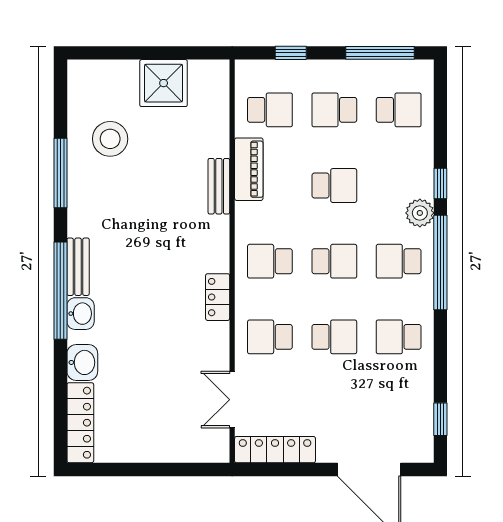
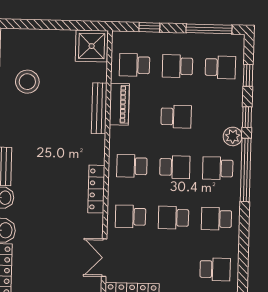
shower: (164, 83) -> (92, 46), moved
school desk: (270, 110) -> (135, 65), turned 180
bench: (219, 186) -> (99, 108), width x1.36
locker: (218, 297) -> (96, 189), width x1.53
school desk: (334, 337) -> (174, 218), turned 180
school desk: (399, 413) -> (215, 269), added
window: (440, 419) -> (248, 75), moved

